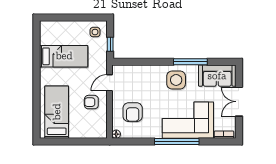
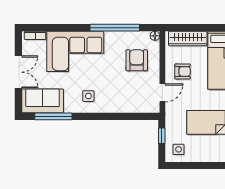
window: (190, 62) -> (53, 116), moved
side table: (176, 80) -> (88, 96), width x0.54, depth x0.54
wardrobe: (87, 132) -> (188, 38), added
window: (177, 141) -> (115, 28), moved

